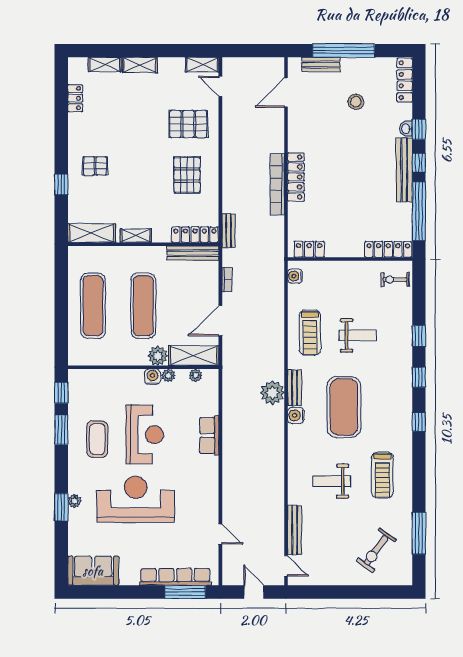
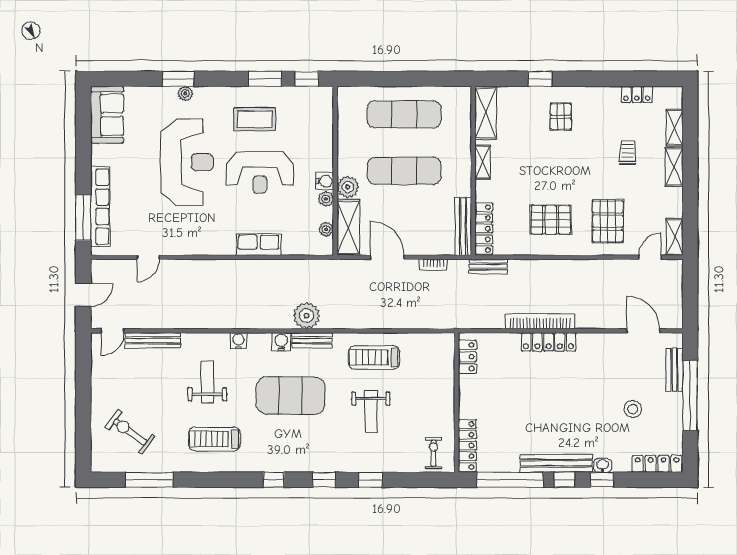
trolley: (127, 106) -> (628, 153), added
water cooler: (295, 276) -> (238, 341), moved

